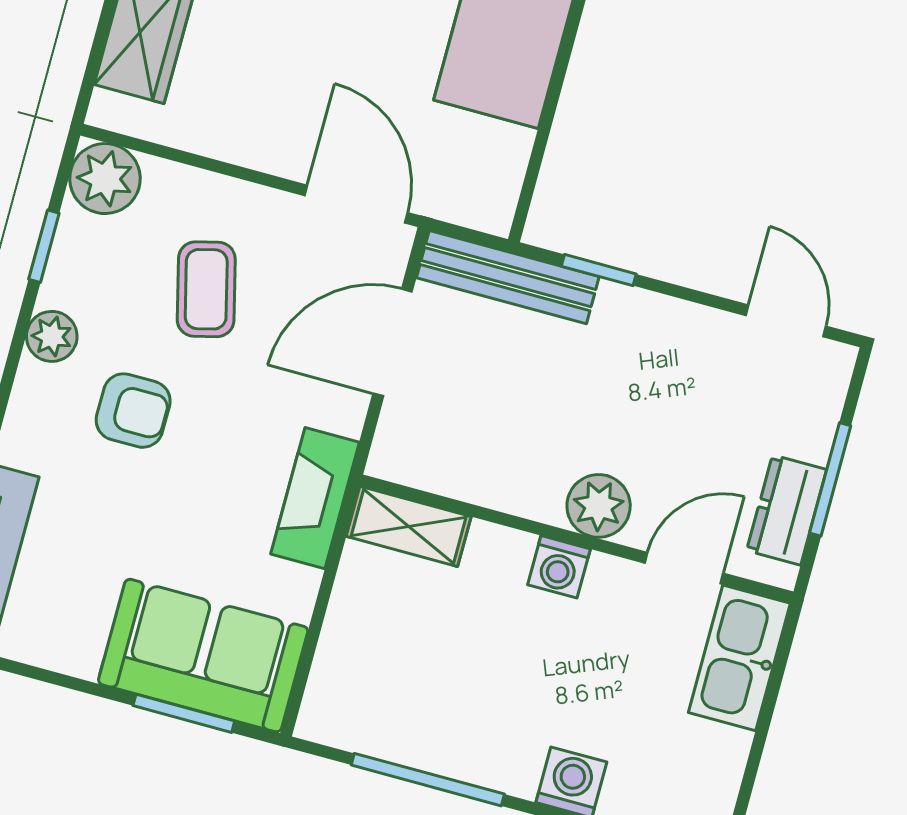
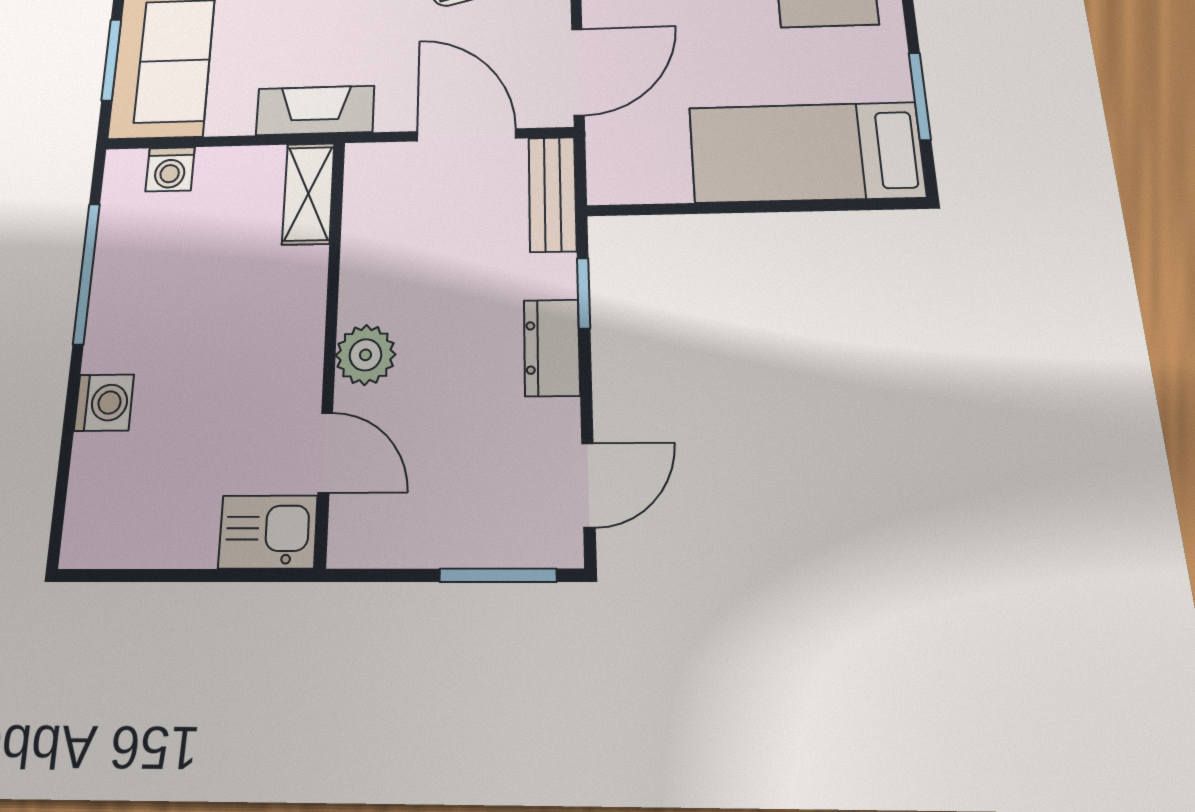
bench: (508, 277) -> (552, 194), width x0.73
window: (830, 479) -> (498, 575), moved
dresser: (787, 510) -> (552, 348), moved, turned -90
washing machine: (559, 567) -> (170, 169), moved, turned -90
kitchen sink: (739, 658) -> (268, 532), width x0.73

